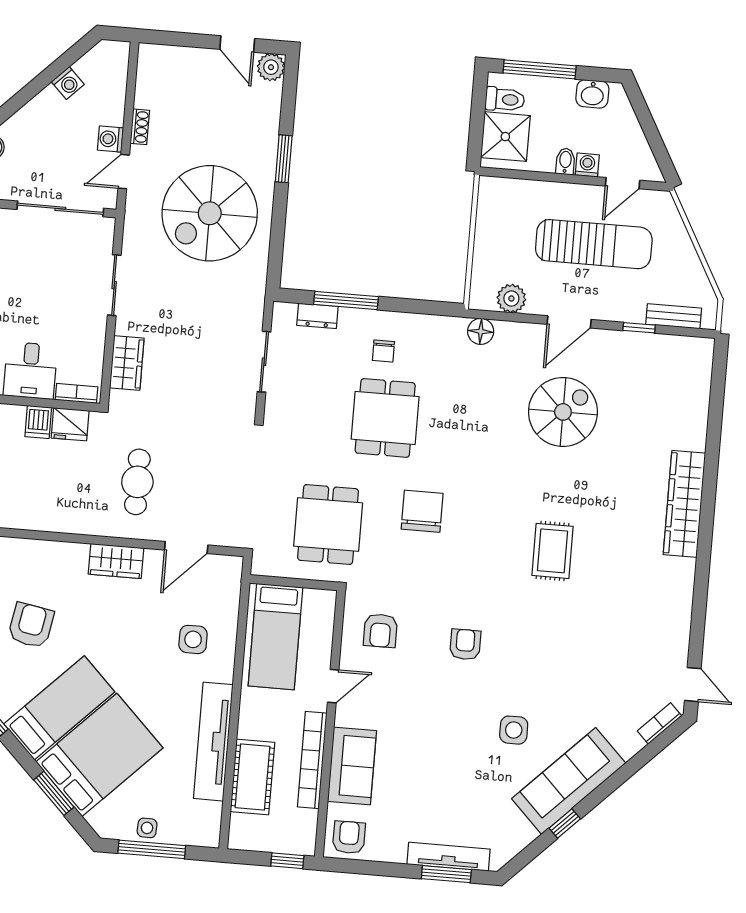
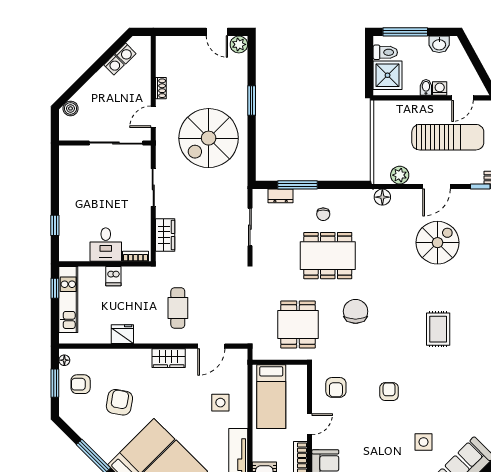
washing machine: (110, 139) -> (126, 54), moved, turned -135
dining table: (385, 418) -> (328, 256), width x1.38
fridge: (70, 424) -> (122, 334), moved, turned 180

